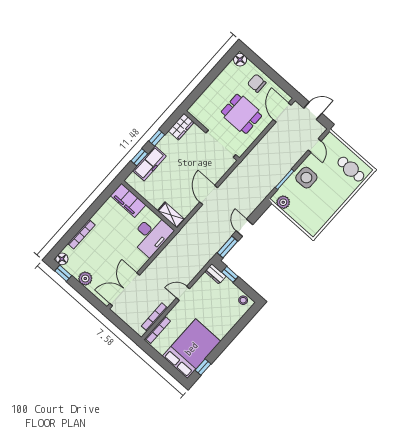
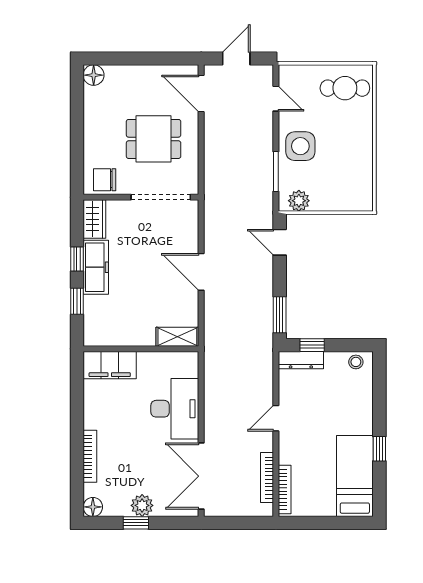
chair: (257, 83) -> (105, 180), moved
freezer: (149, 163) -> (96, 267), moved
door: (245, 228) -> (280, 242), moved
desk: (151, 235) -> (175, 409), moved
window: (63, 273) -> (136, 523), moved
dresser: (215, 274) -> (301, 360), width x1.44
bed: (191, 349) -> (355, 476), width x0.67
window: (203, 367) -> (379, 449), moved

